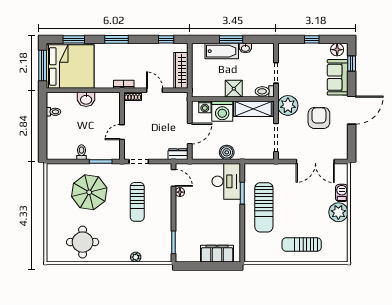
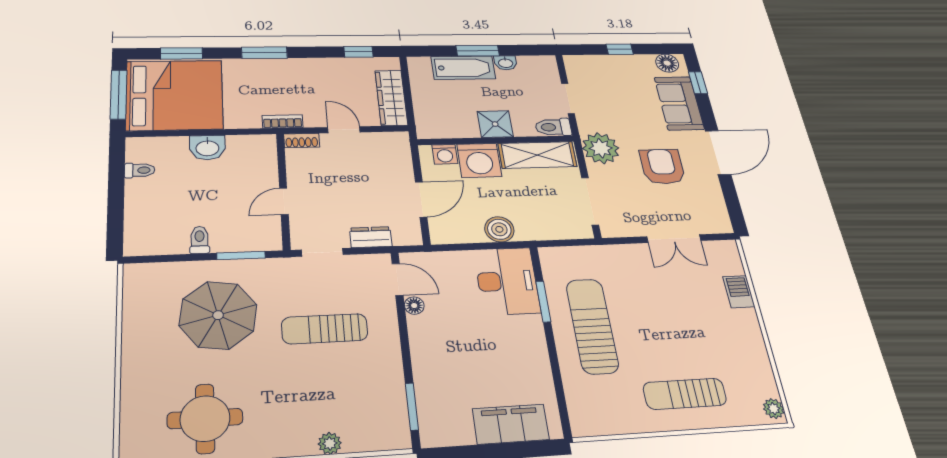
dresser: (178, 154) -> (371, 237), moved
double door: (315, 162) -> (674, 239), width x0.73
sun lounger: (137, 202) -> (325, 329), turned 90
sun lounger: (264, 207) -> (592, 326), turned 180
plant: (338, 212) -> (774, 409), moved, width x0.53, depth x0.53

